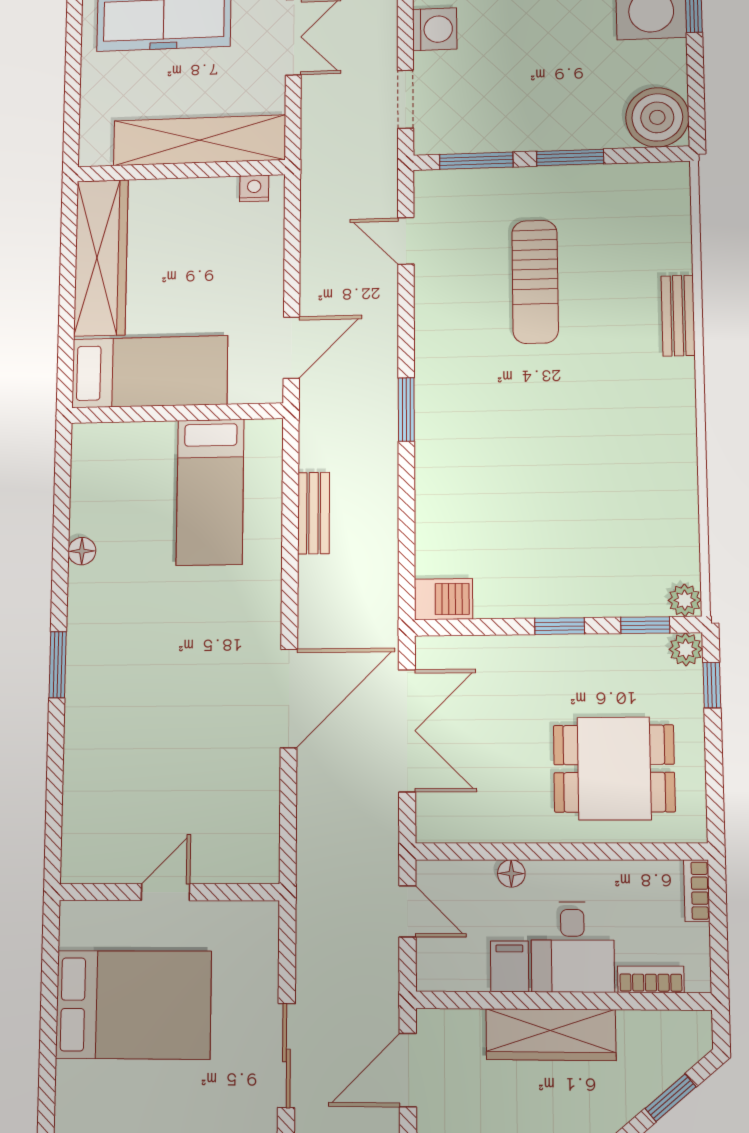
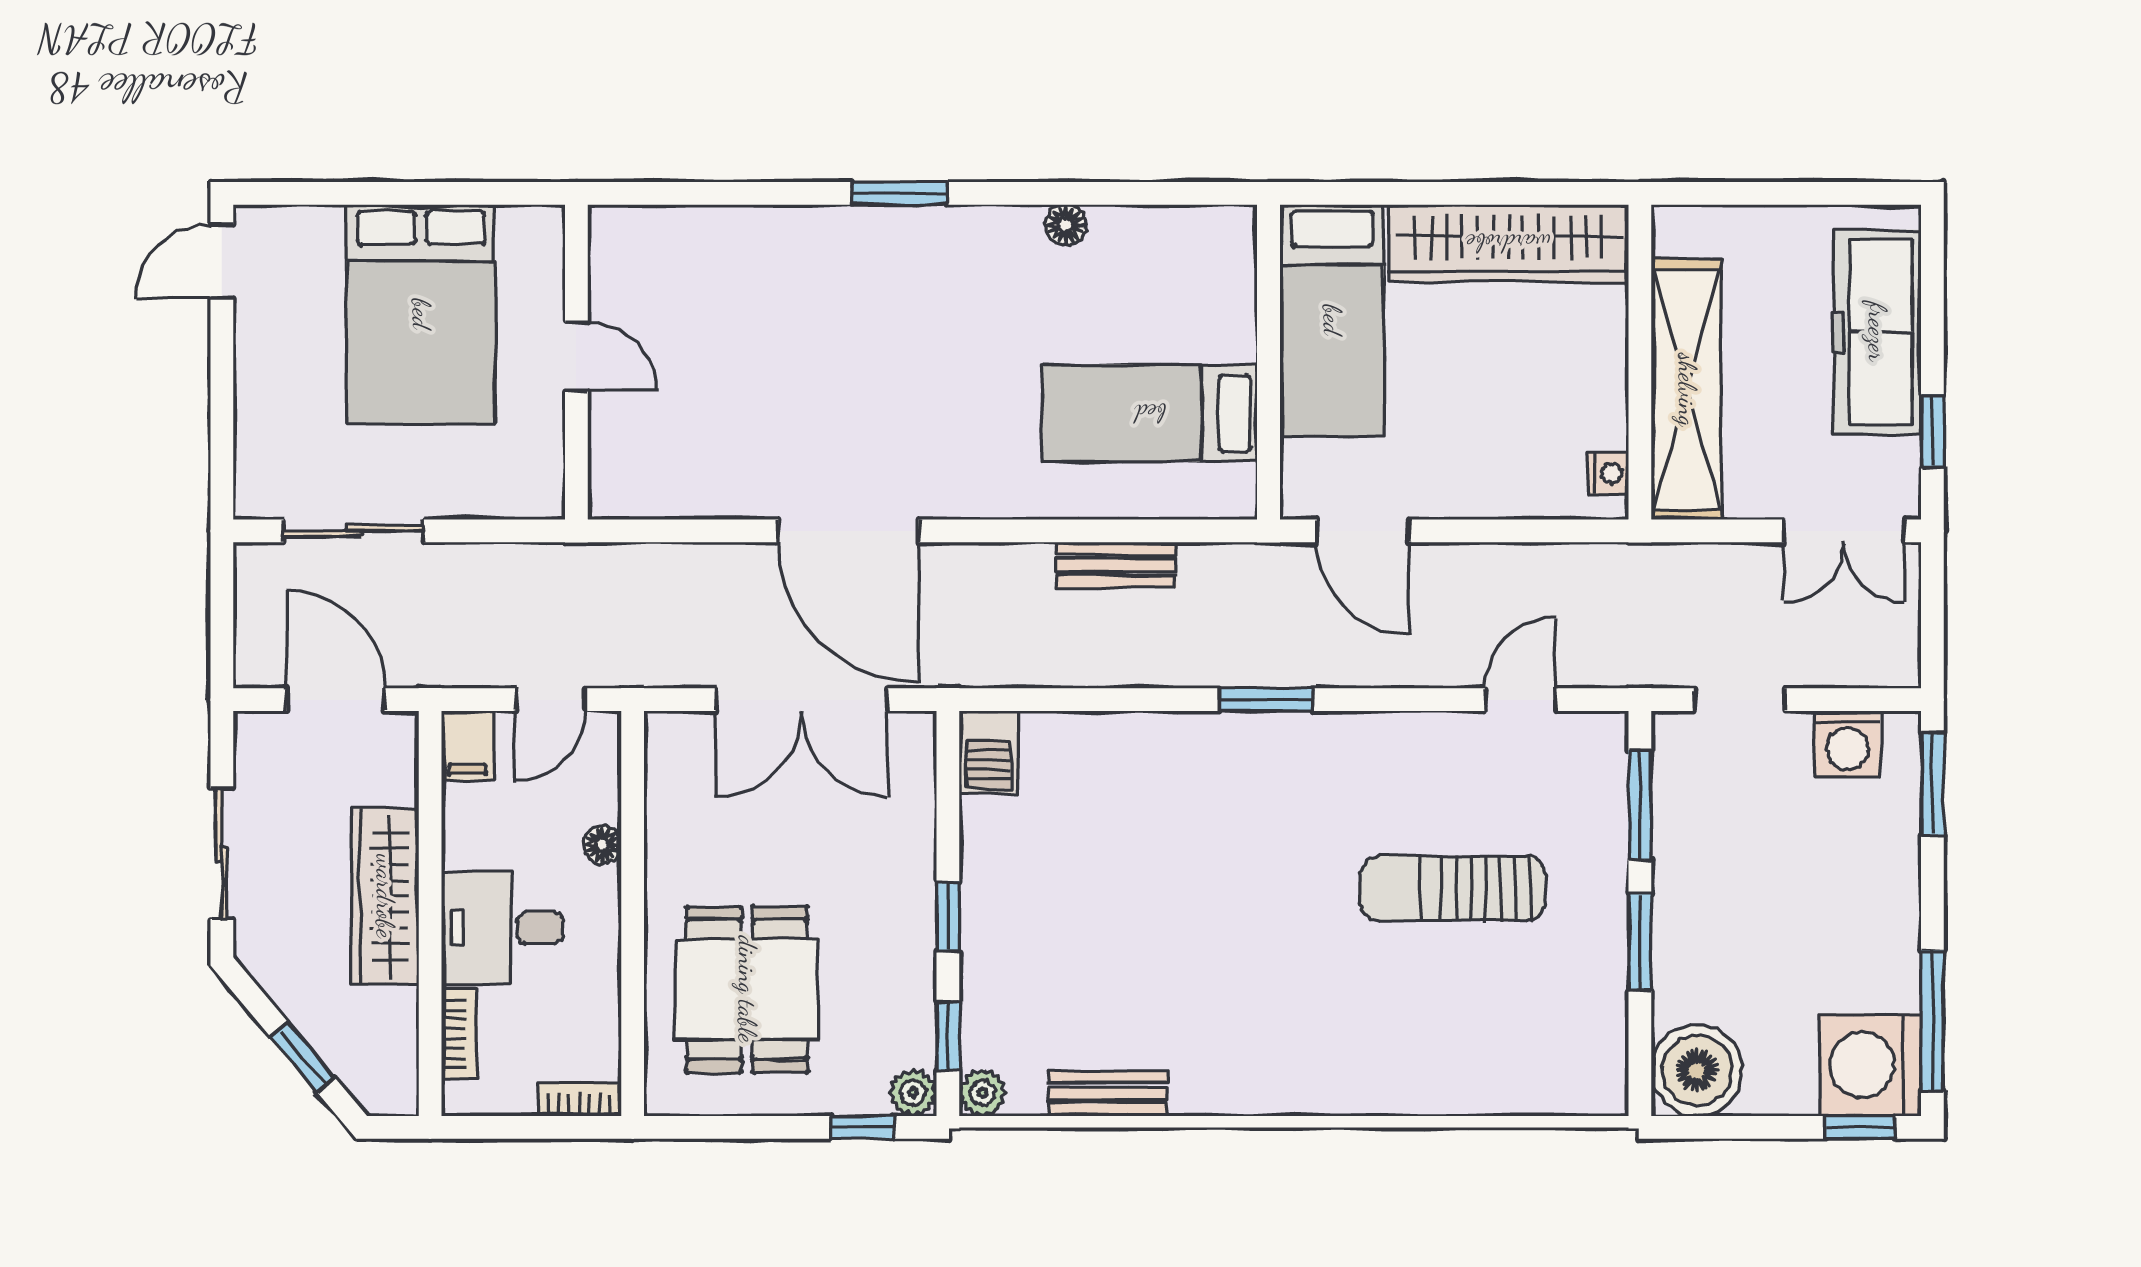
bench: (678, 316) -> (1108, 1093), moved
filing cabinet: (510, 966) -> (467, 746), moved, turned 90

